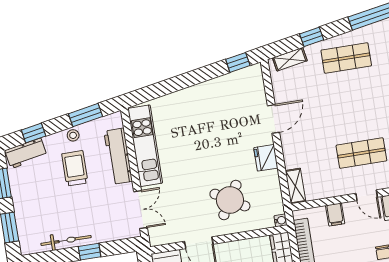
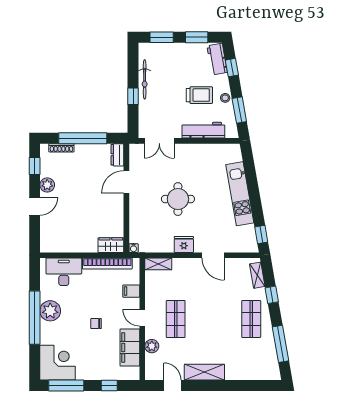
kitchen unit: (145, 146) -> (240, 194), moved, turned 80
door: (367, 195) -> (142, 318), hinge flipped
round table: (230, 200) -> (178, 199), moved, turned -31

